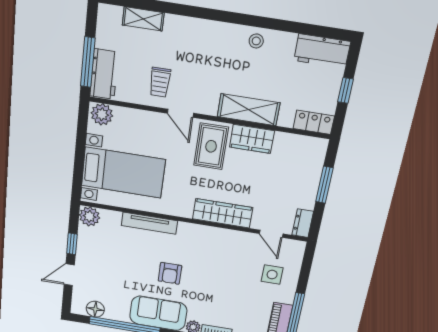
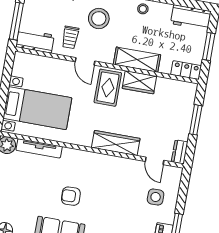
stool: (197, 56) -> (99, 19), added
workbench: (104, 74) -> (35, 41), moved, turned -90
window: (345, 90) -> (209, 46), width x1.50
plant: (102, 114) -> (24, 61), removed
tv unit: (149, 223) -> (39, 148), moved
armchair: (170, 273) -> (71, 196), turned 89

